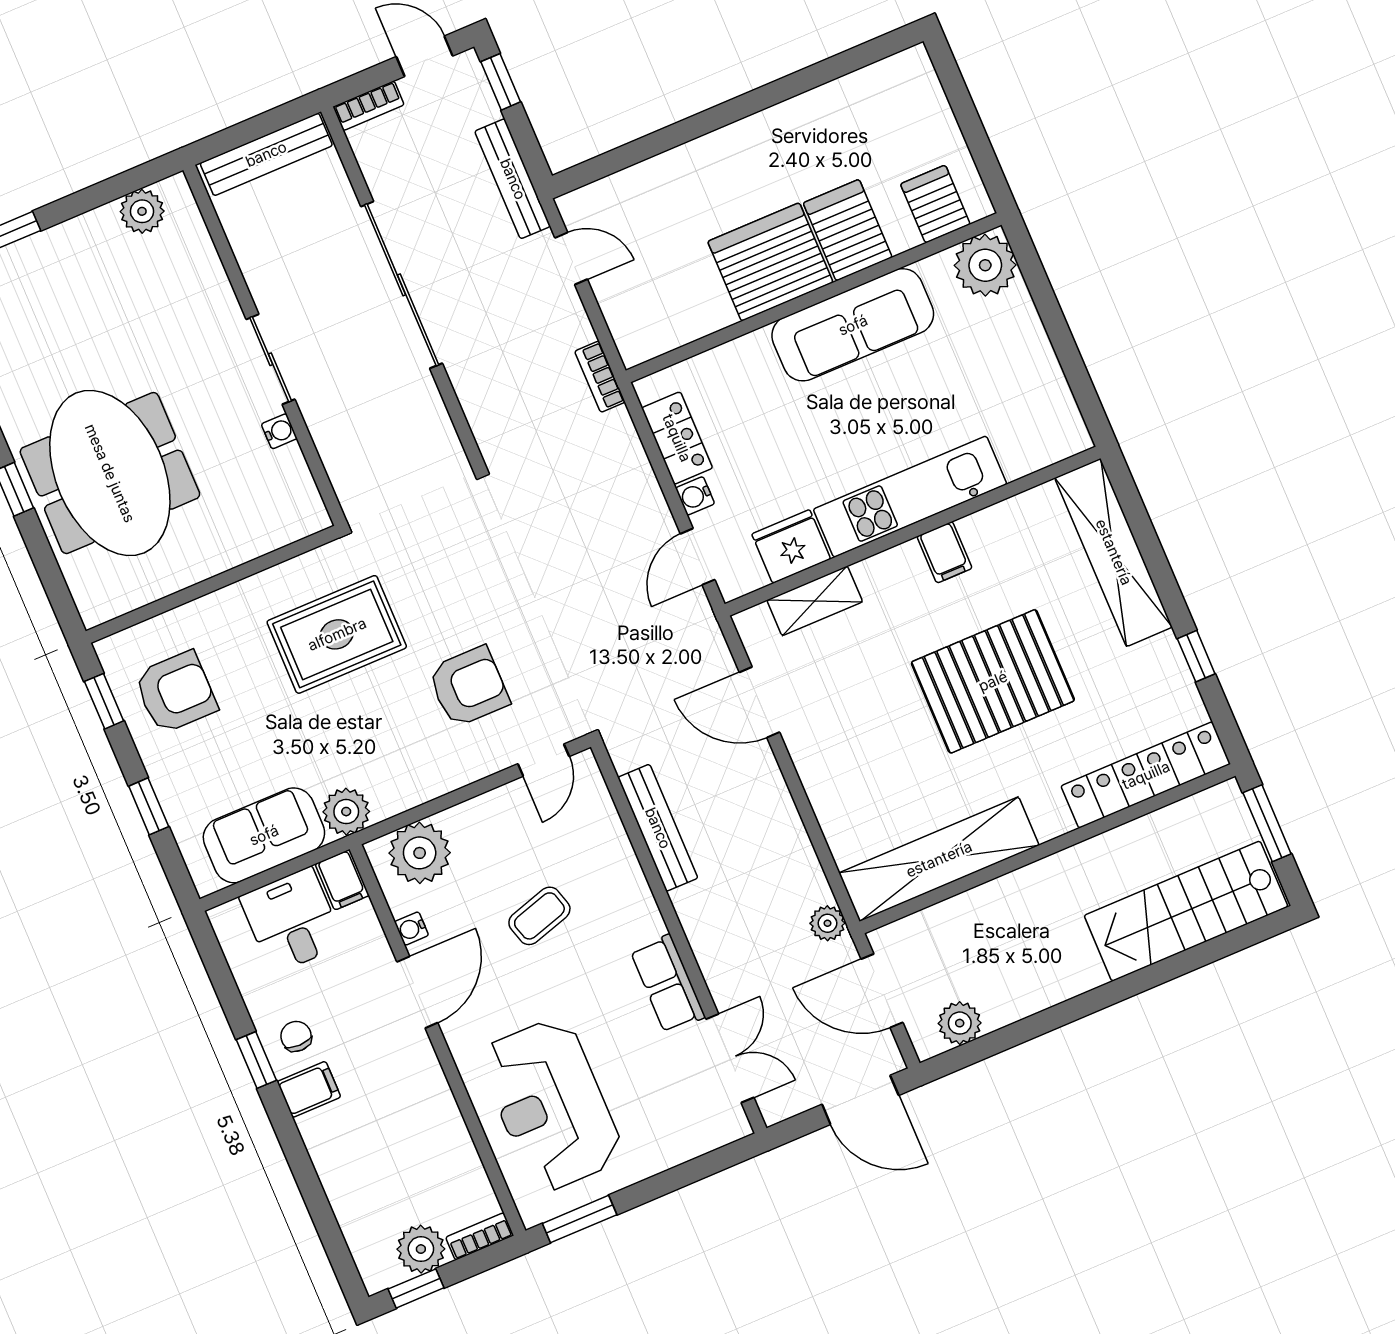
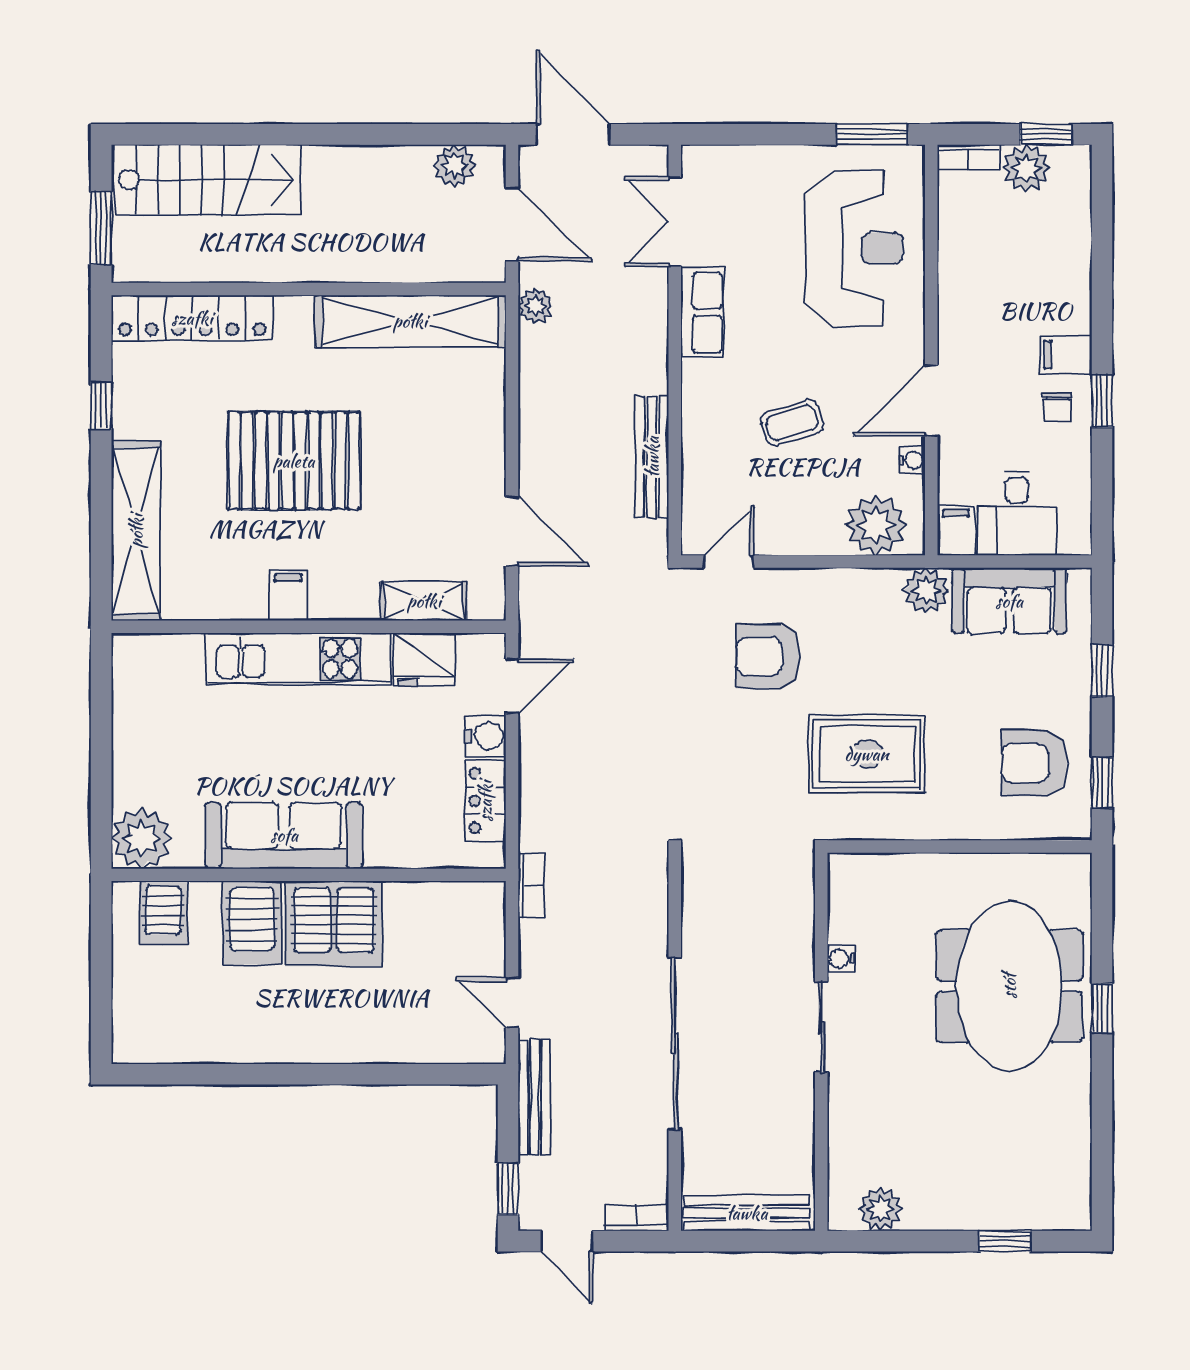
water cooler: (695, 496) -> (486, 736), width x1.38, depth x1.38

